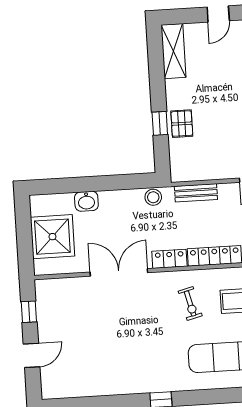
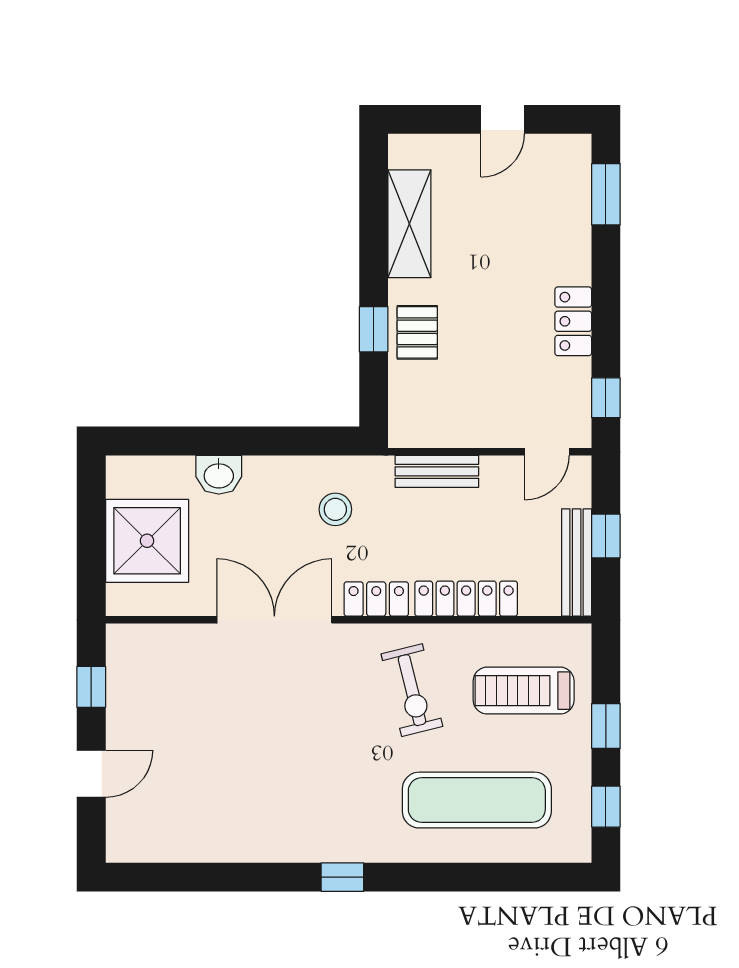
shelving: (173, 51) -> (409, 224), moved
stool: (153, 197) -> (335, 509), moved
exercise bike: (190, 304) -> (412, 690), width x1.38, depth x1.39

